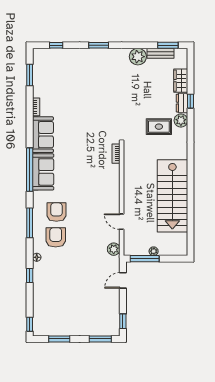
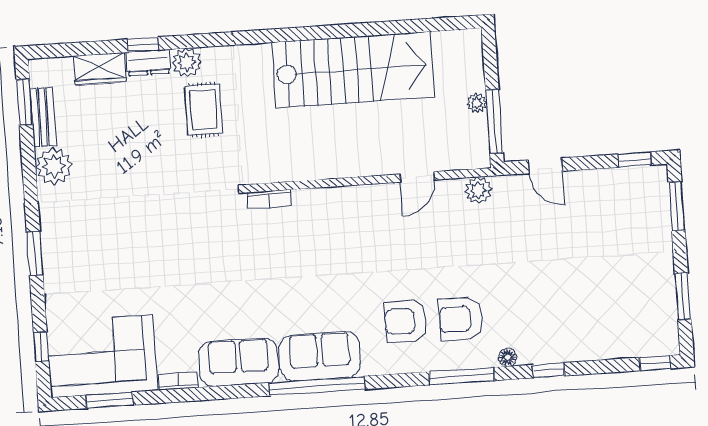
corner sofa: (50, 73) -> (102, 356), added
window: (30, 223) -> (462, 376), moved

